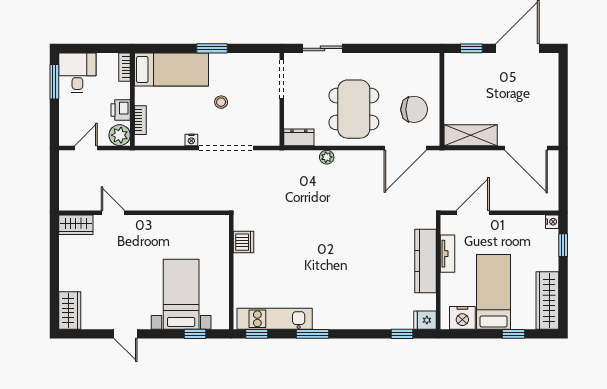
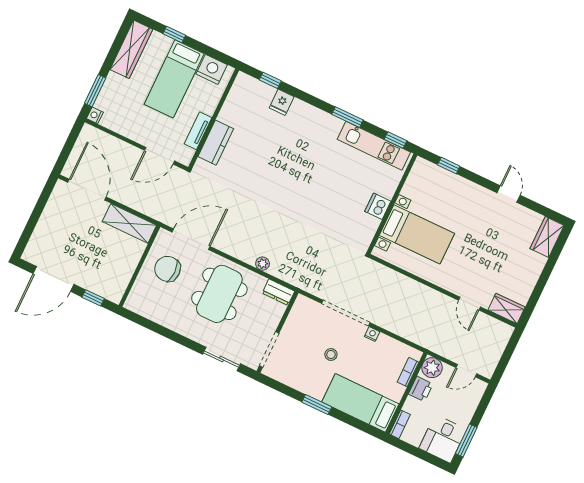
dishwasher: (244, 242) -> (378, 206), moved
window: (563, 245) -> (95, 91), width x1.50
kitchen counter: (426, 261) -> (216, 143), width x0.67
bed with nightstands: (181, 294) -> (417, 234), moved, turned -90
fridge: (425, 320) -> (282, 102), moved, turned 90

